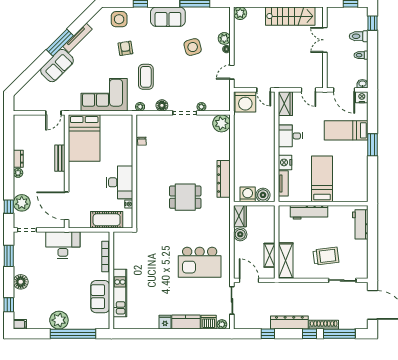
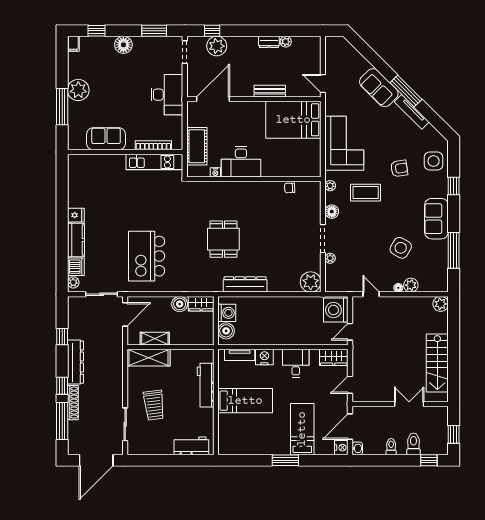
side table: (193, 47) -> (401, 248), turned 45
plant: (18, 173) -> (286, 42), moved
kitchen unit: (120, 293) -> (154, 162), moved
window: (73, 334) -> (62, 107), width x0.68

